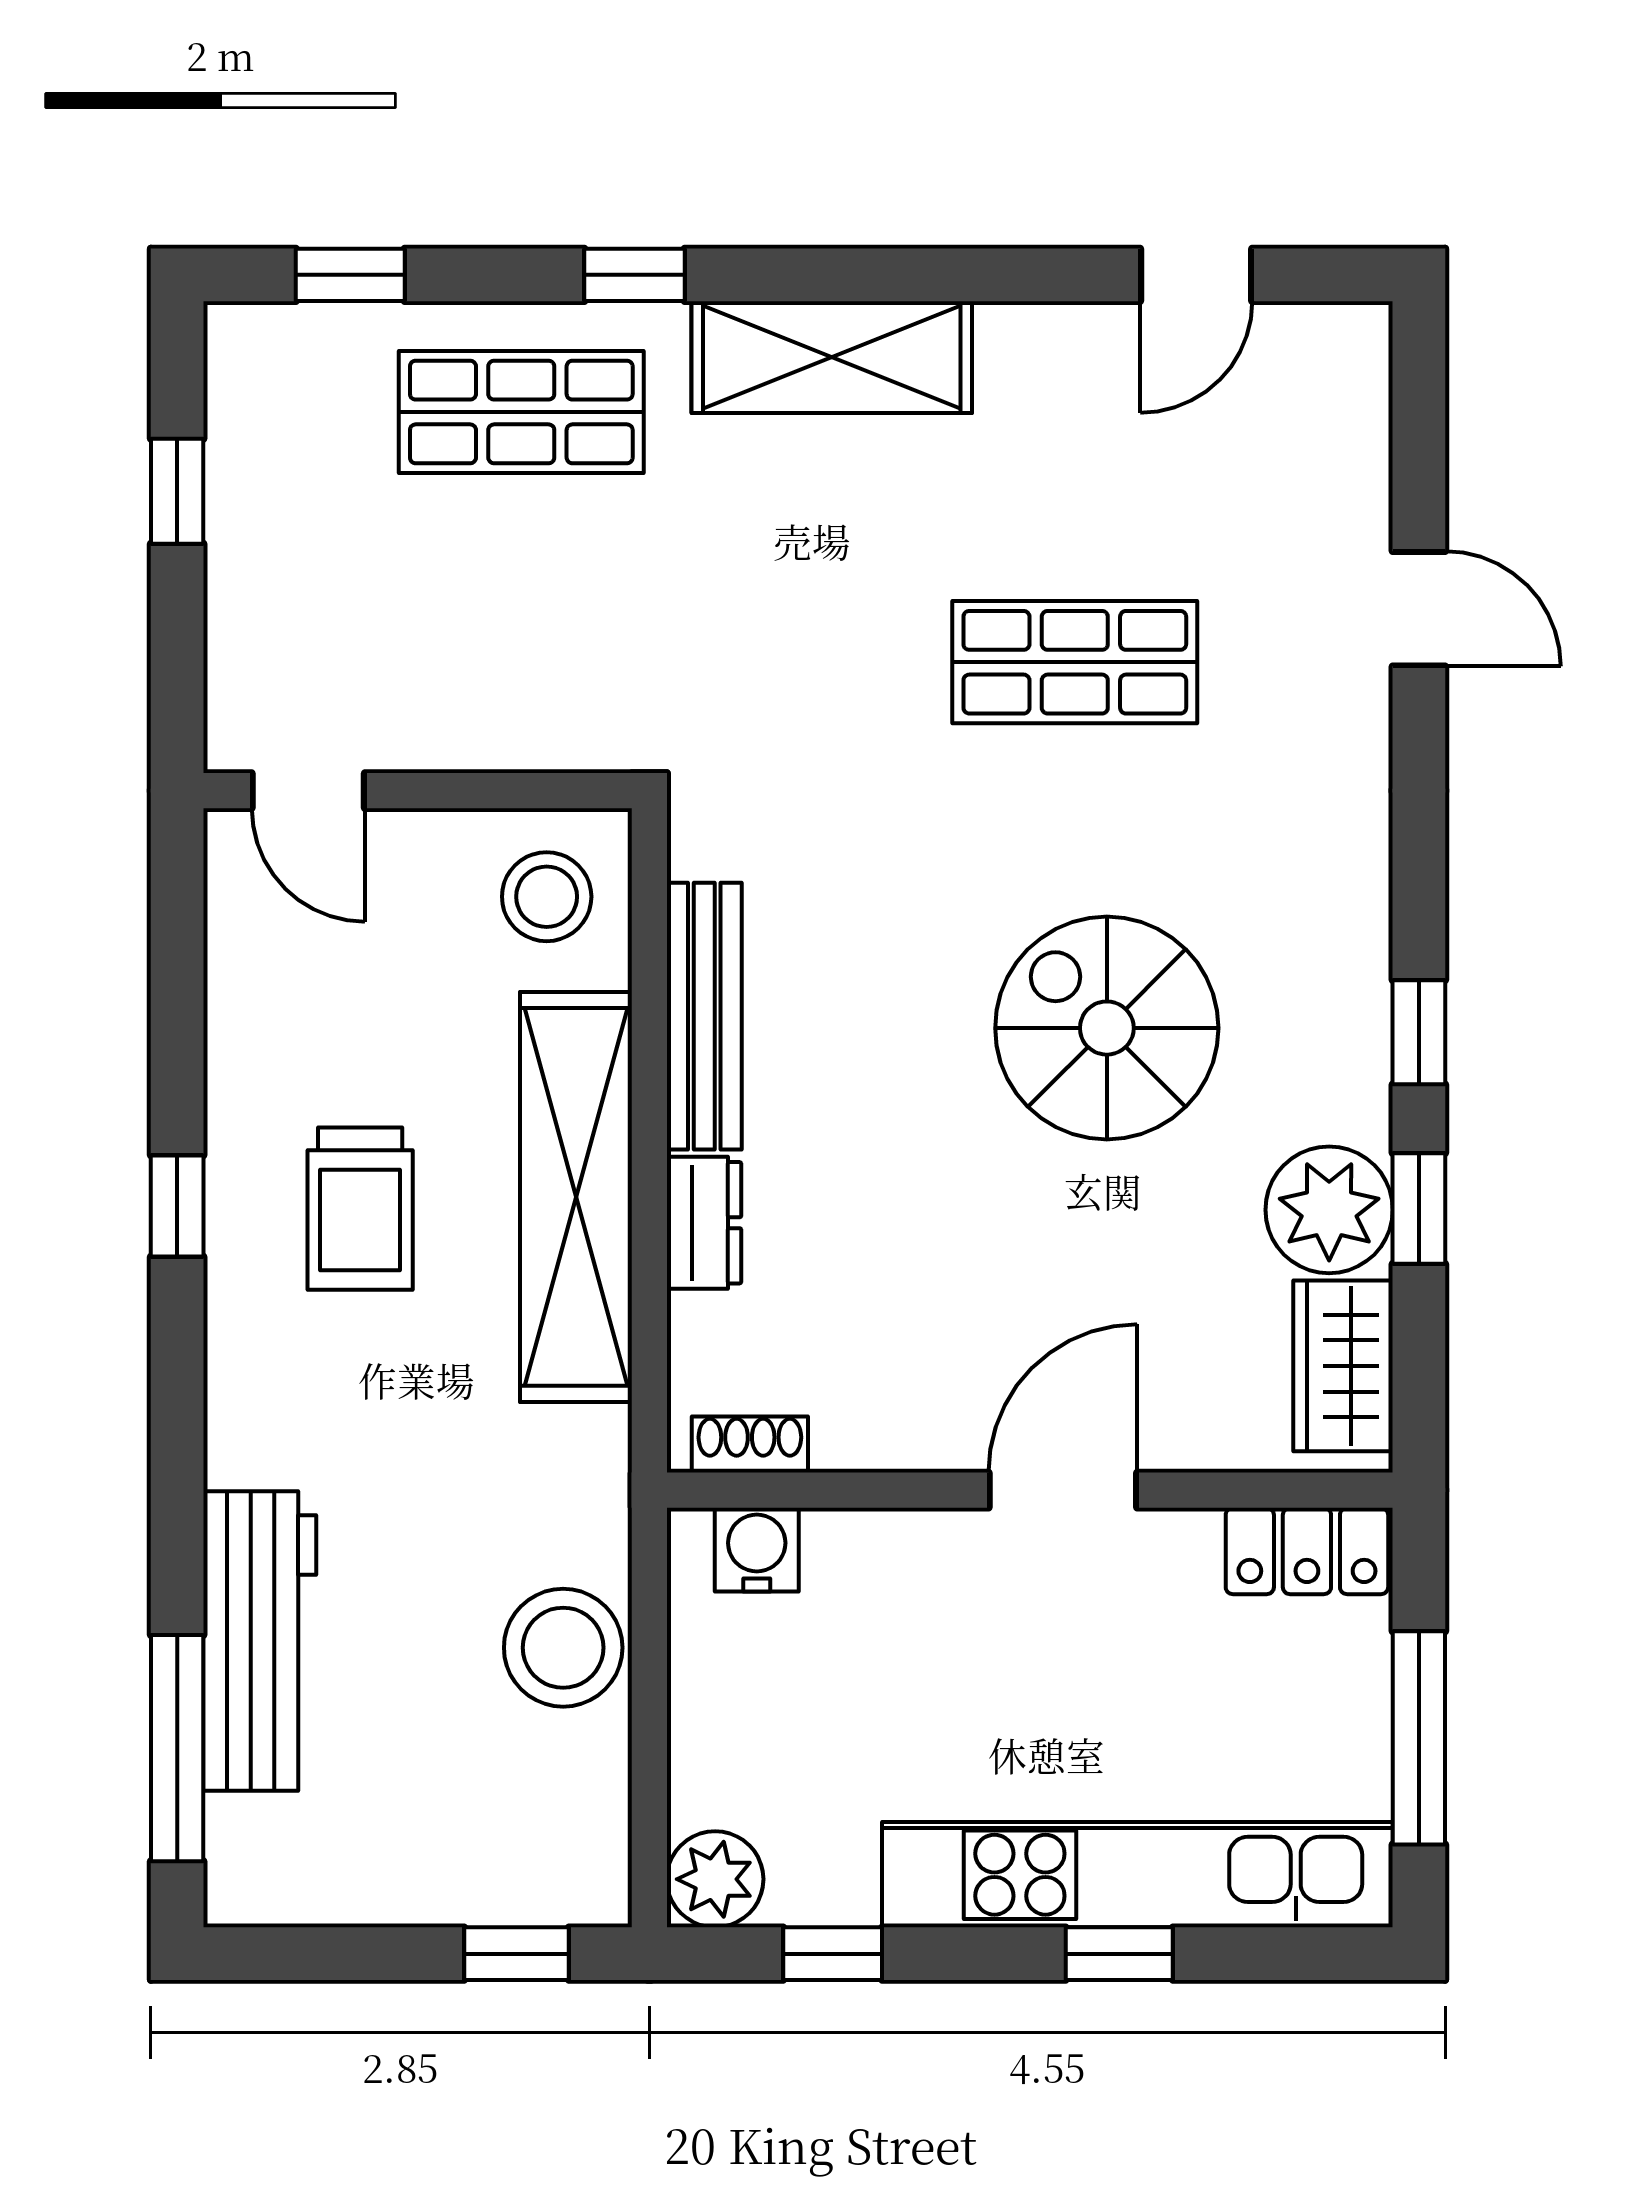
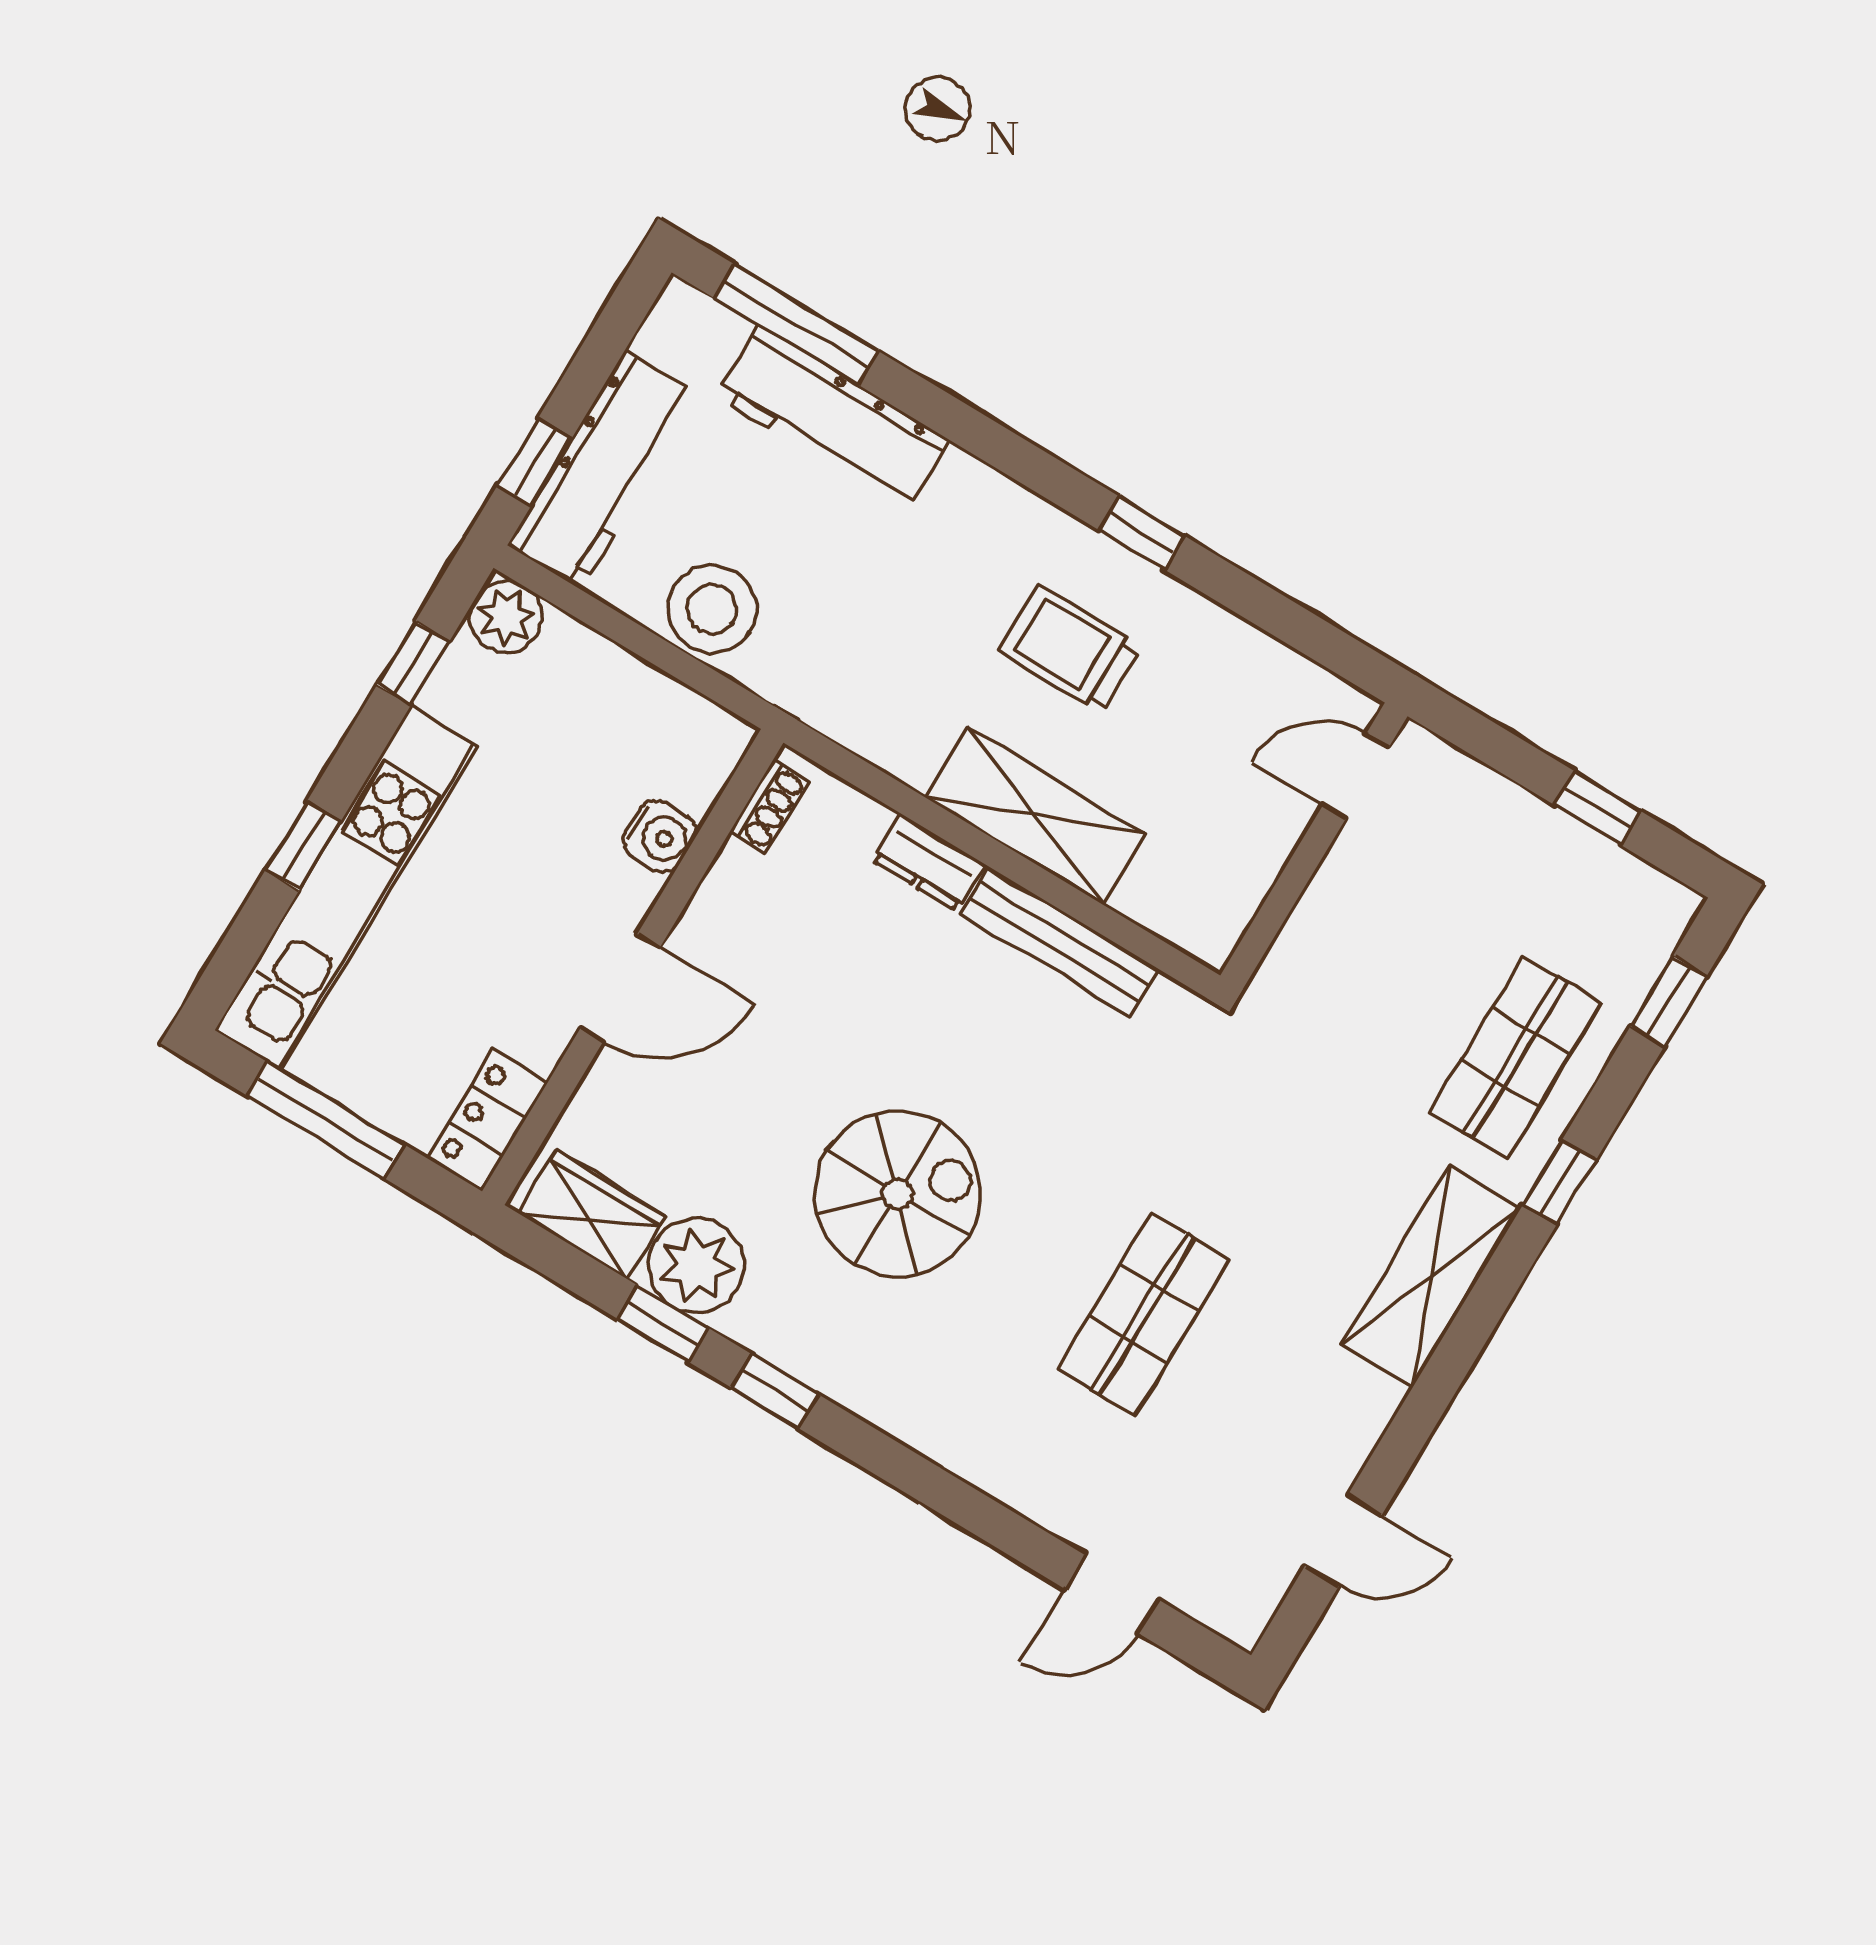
door: (1196, 275) -> (1343, 1540), swing flipped
door: (1419, 609) -> (1112, 1594), moved
stool: (547, 897) -> (1197, 887), removed
shelving: (576, 1197) -> (1036, 816), width x0.68
door: (1063, 1490) -> (620, 988), hinge flipped
water cooler: (757, 1550) -> (660, 836), moved
workbench: (479, 1870) -> (603, 470), added

